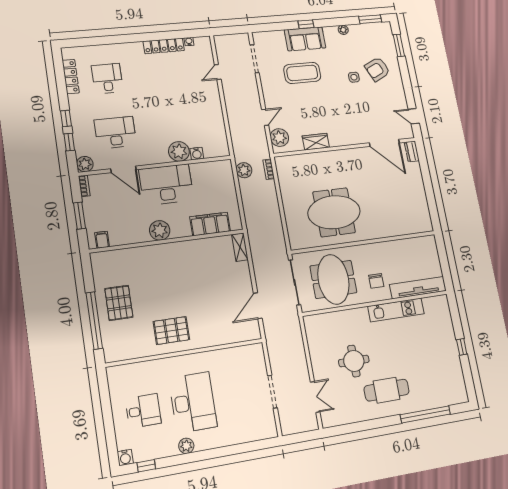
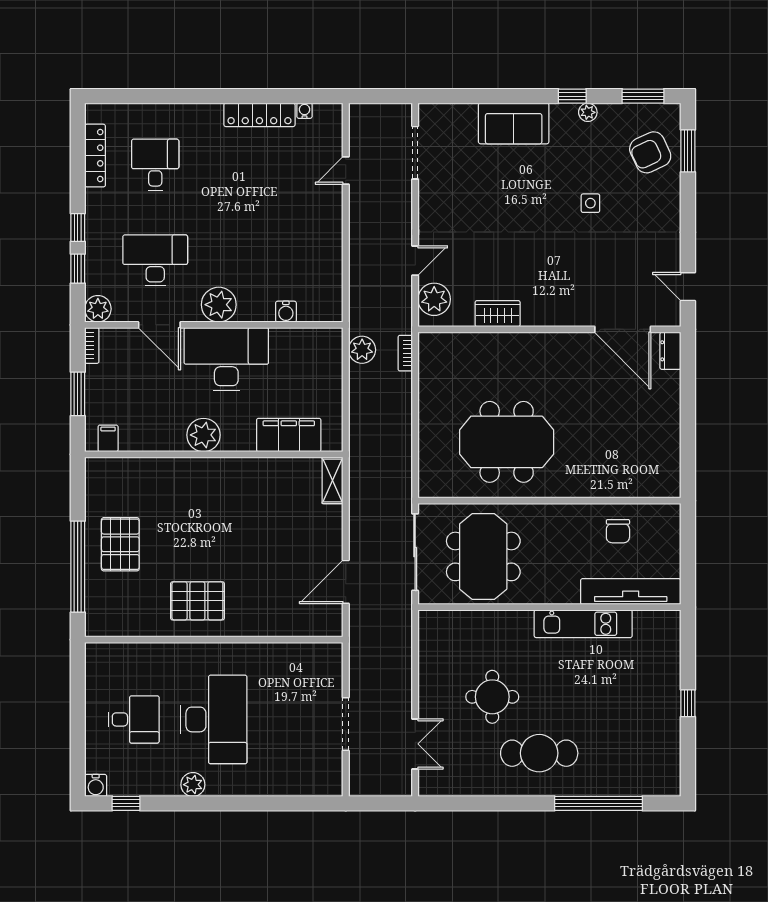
window: (306, 24) -> (572, 96), moved
armchair: (377, 69) -> (650, 152), moved
coffee table: (302, 73) -> (497, 186), removed
plant: (179, 151) -> (219, 305), moved
chair: (376, 281) -> (618, 531), moved

